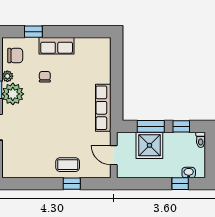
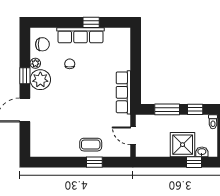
window: (33, 32) -> (91, 22), moved
row of seats: (57, 46) -> (81, 35), width x1.48
shower: (149, 145) -> (183, 145), moved

